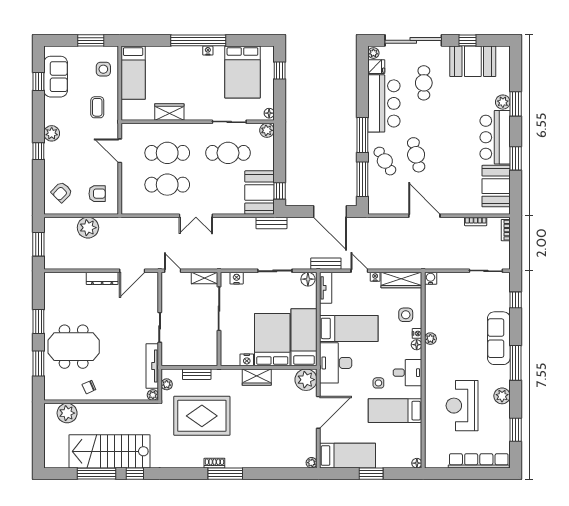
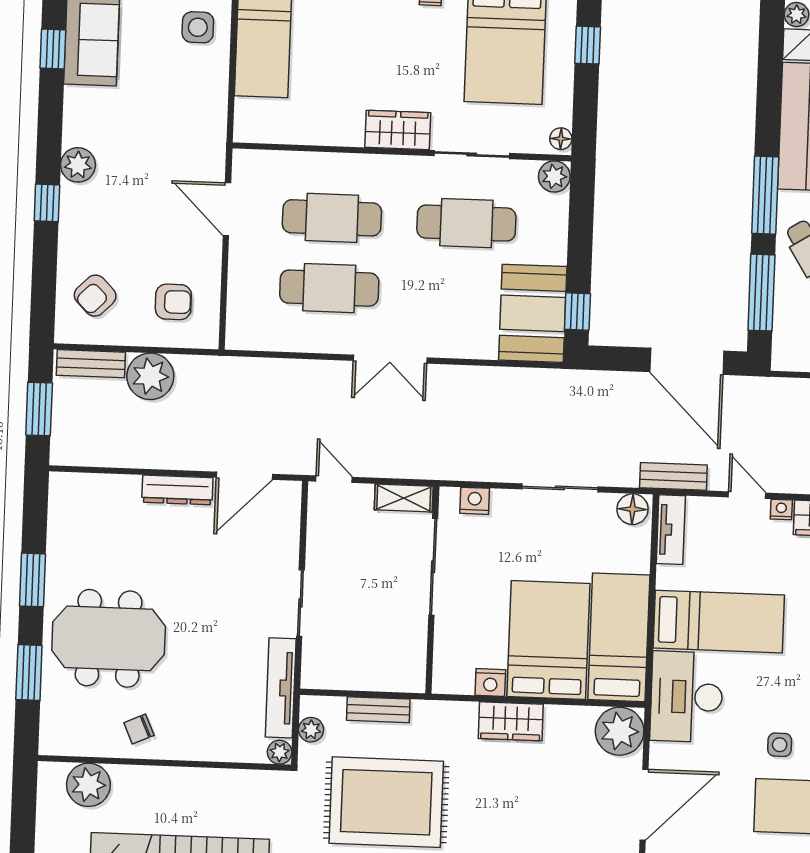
coffee table: (97, 107) -> (181, 111), removed
wardrobe: (169, 112) -> (398, 130), moved
bench: (271, 223) -> (91, 364), moved

